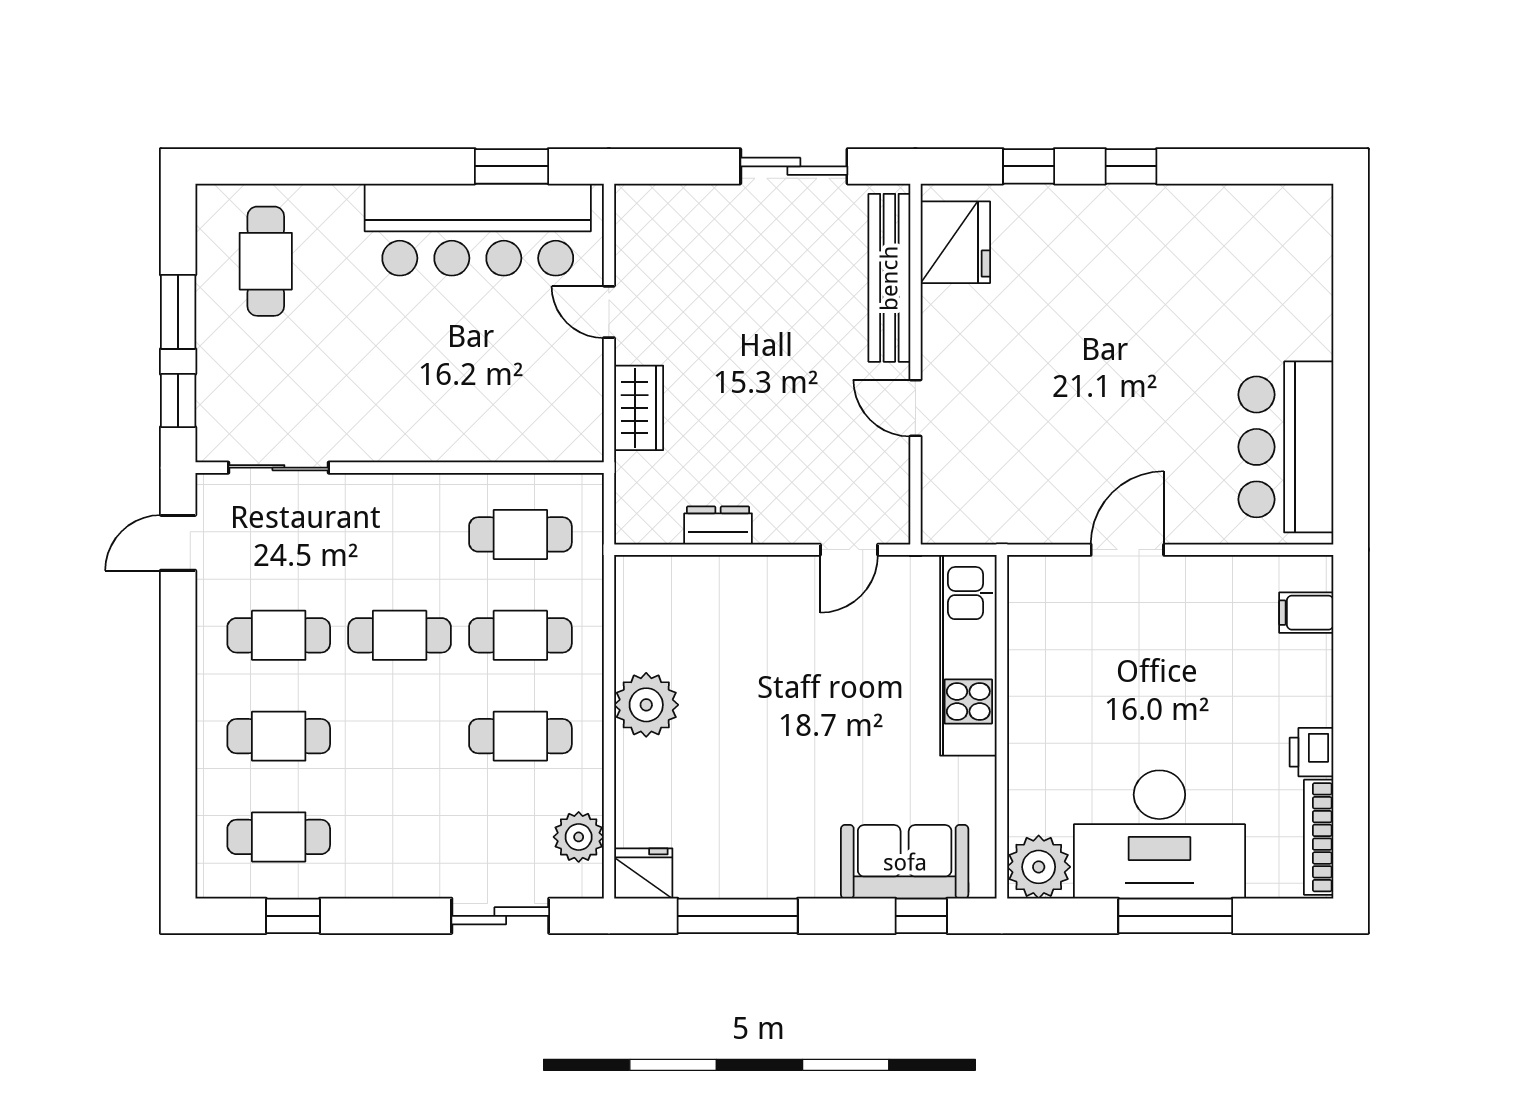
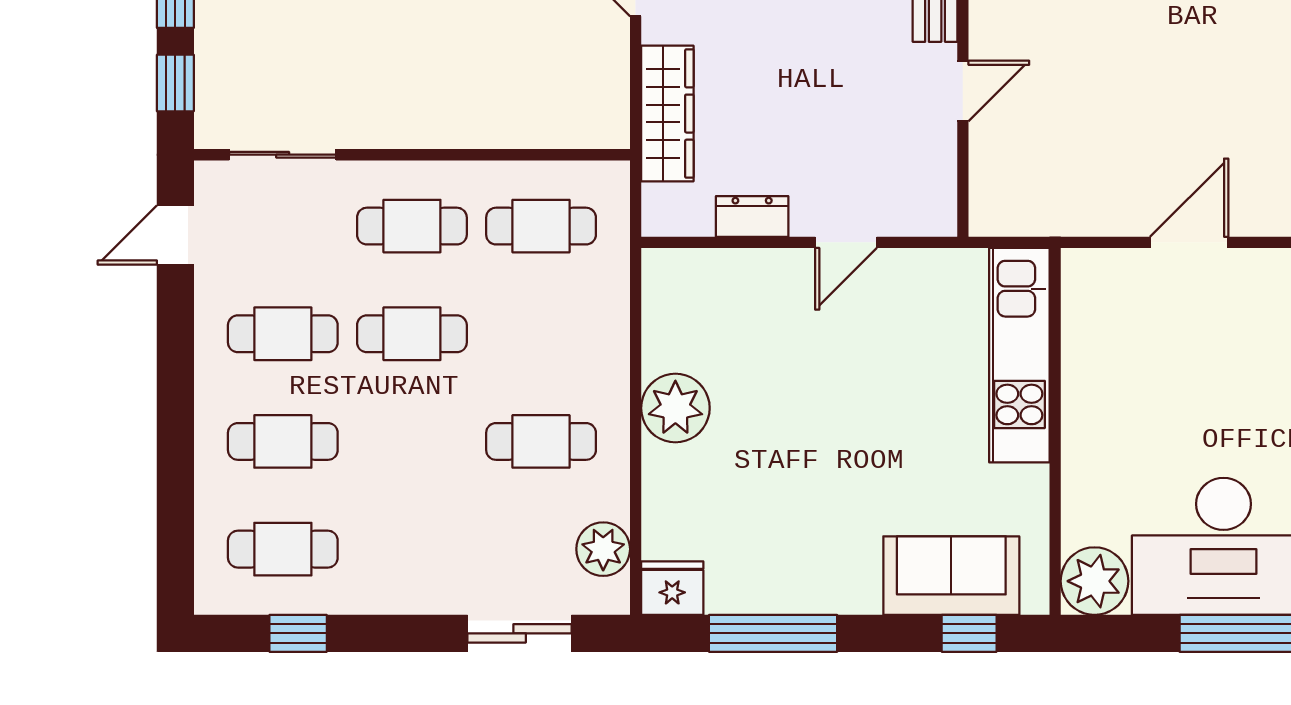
wardrobe: (639, 408) -> (667, 114), width x1.50
door: (915, 408) -> (963, 91), swing flipped
door: (849, 550) -> (846, 242), moved
cafe table: (520, 635) -> (412, 226), moved

